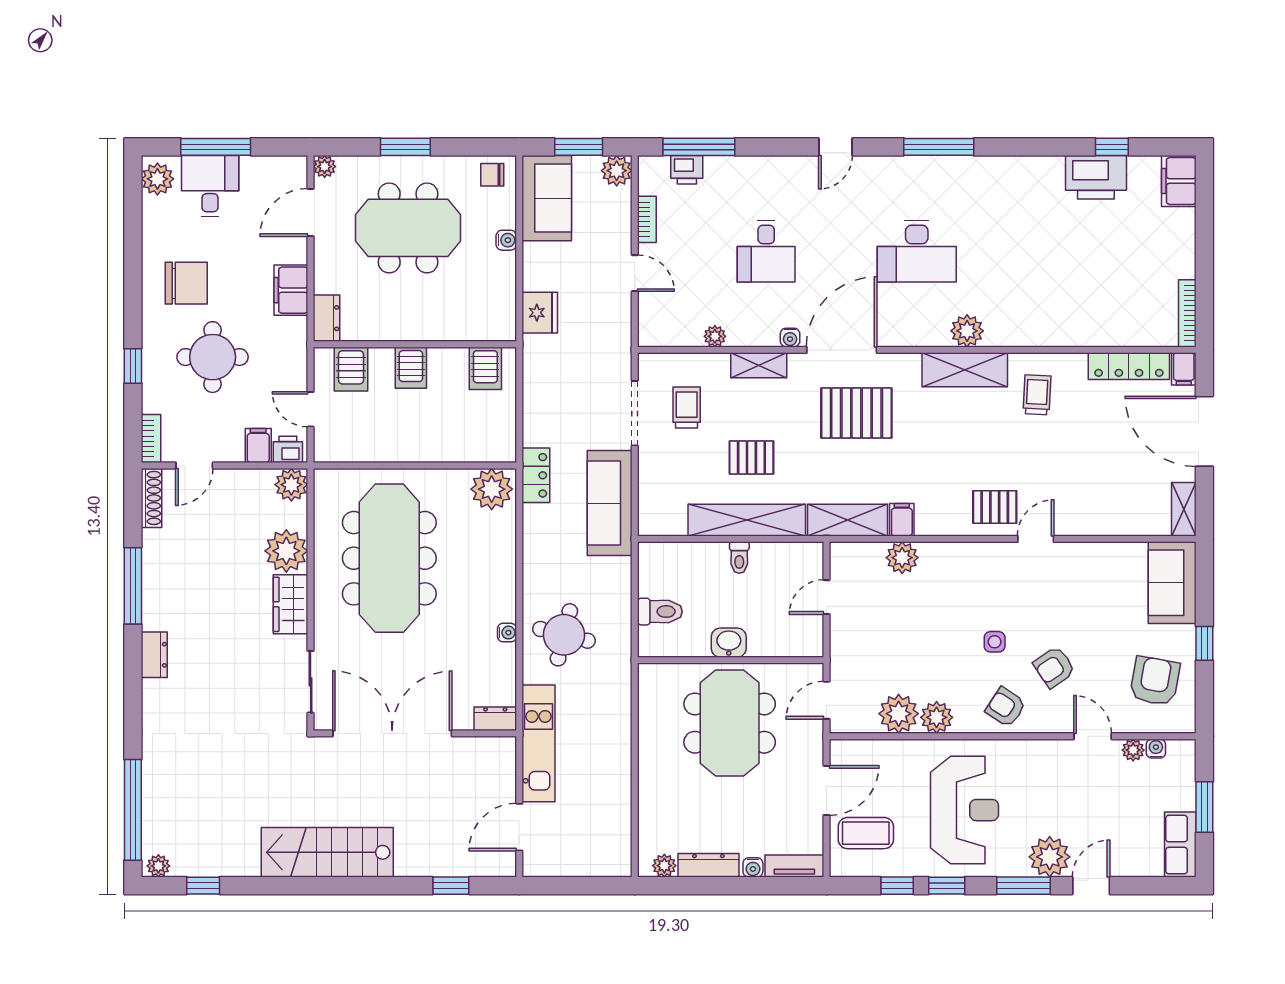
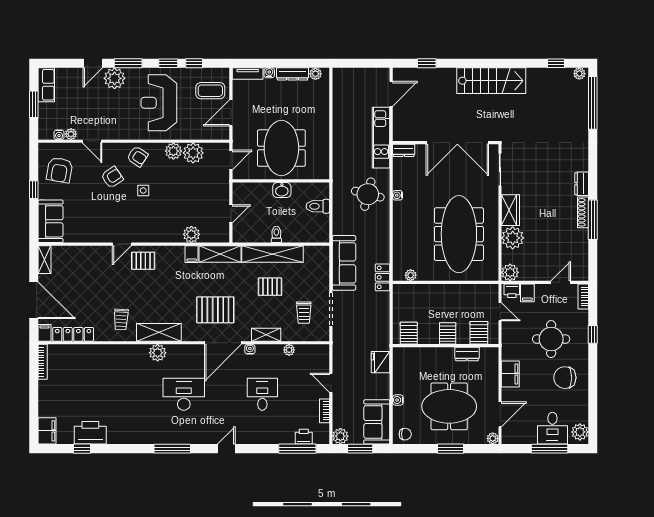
dresser: (326, 318) -> (467, 354), moved, turned -90
plant: (492, 489) -> (411, 275), width x0.53, depth x0.53
shoe rack: (151, 498) -> (583, 212), moved

